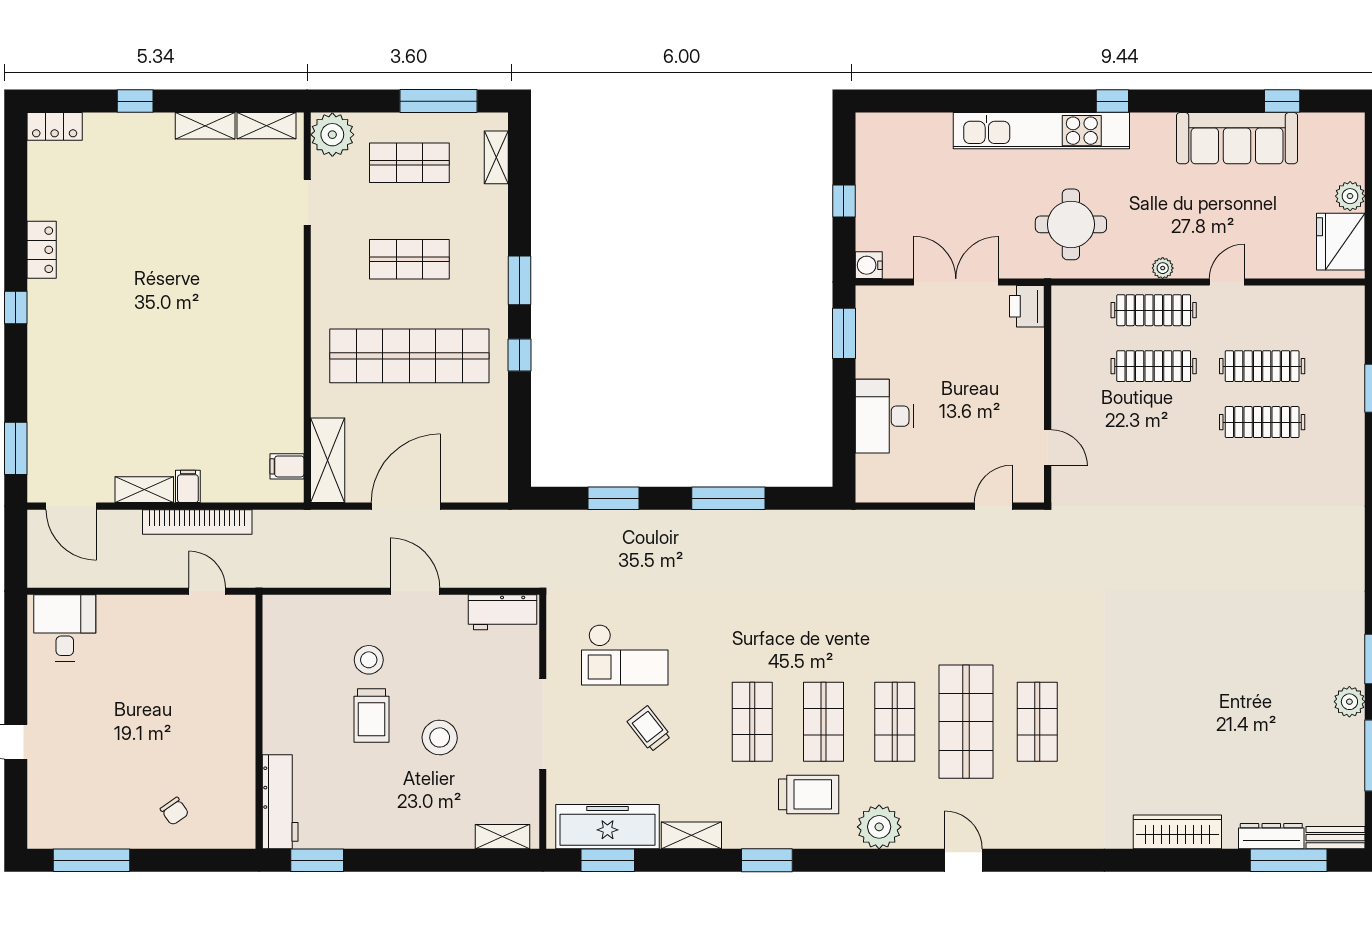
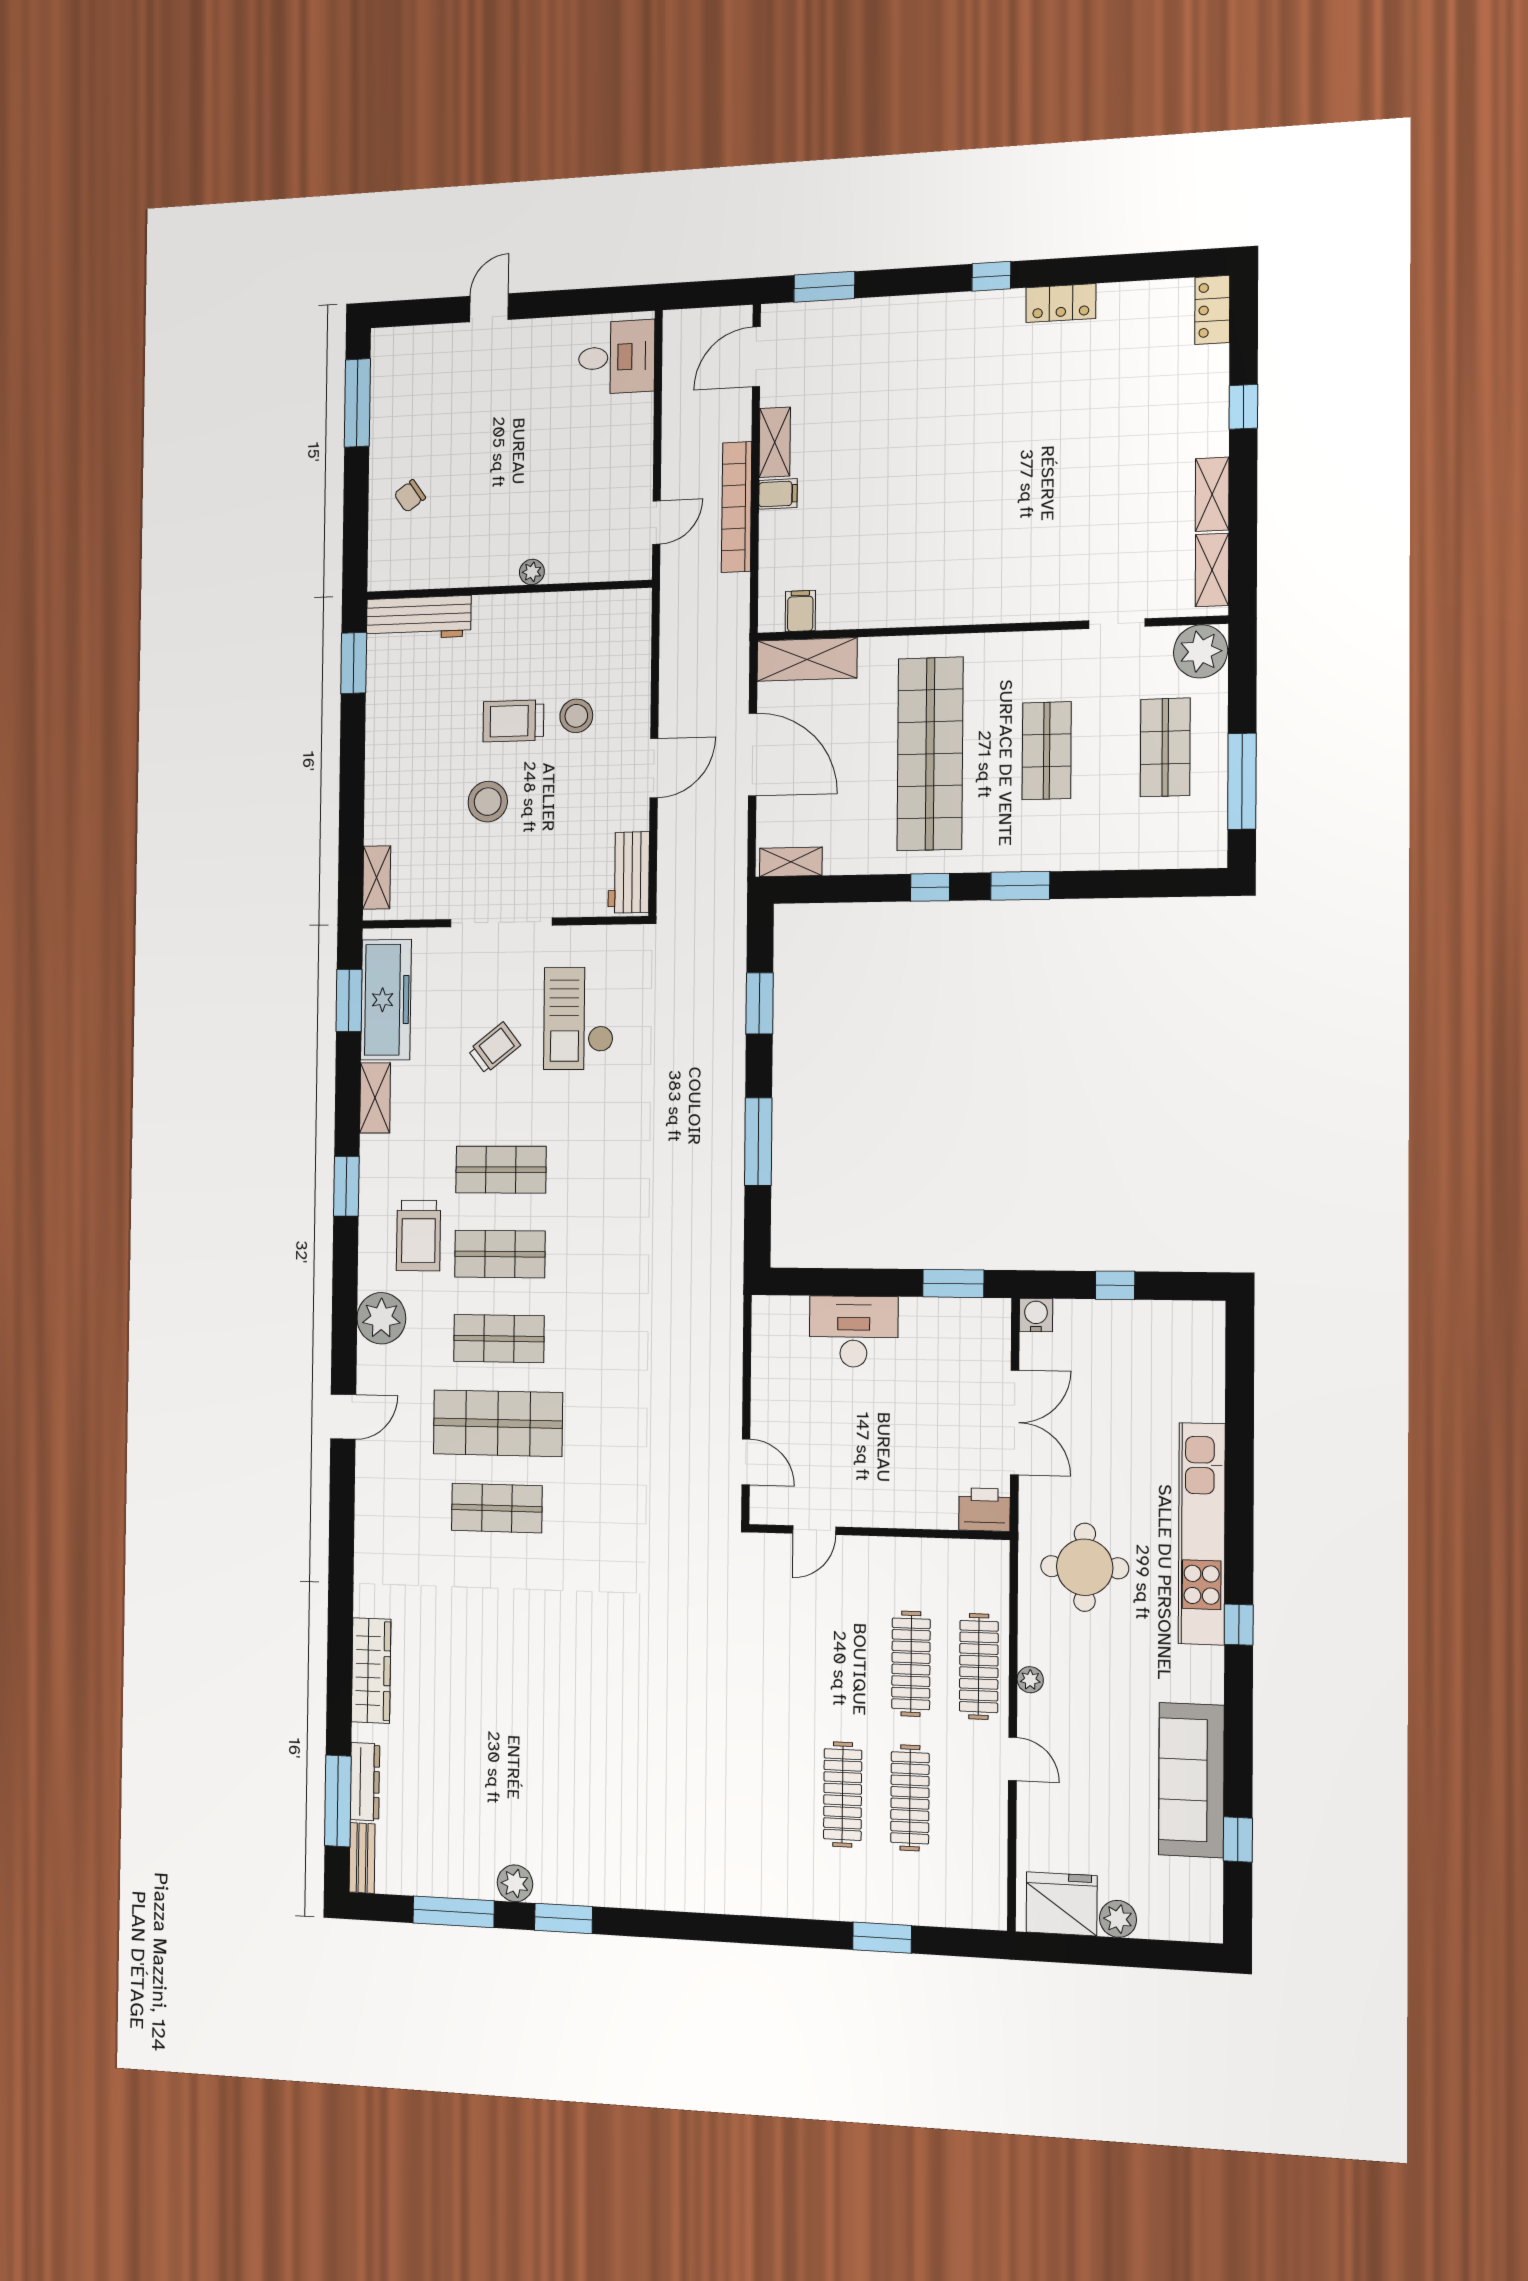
shelving: (496, 157) -> (791, 862), moved
plant: (245, 701) -> (532, 572), added

